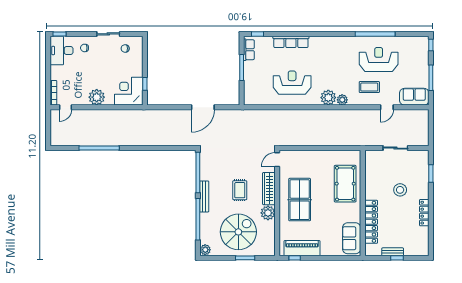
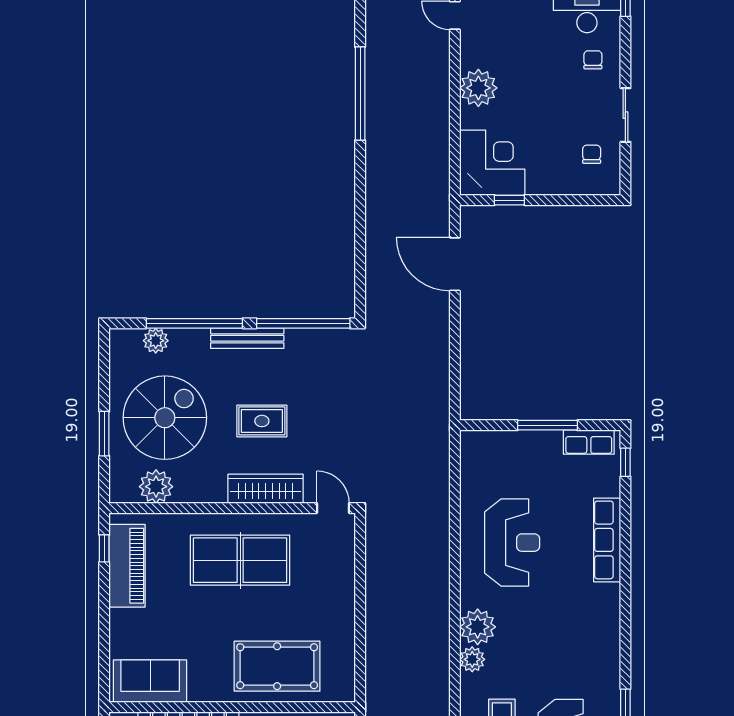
door: (203, 107) -> (455, 264), moved
plant: (268, 213) -> (156, 487), moved
spiral stairs: (238, 232) -> (165, 418), turned -90
plant: (205, 250) -> (156, 341), moved

